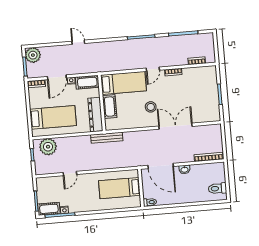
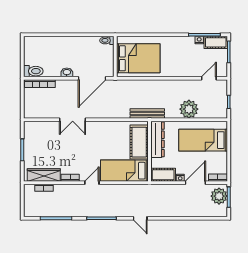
door: (78, 42) -> (140, 218), moved
plant: (33, 55) -> (219, 196), moved
wardrobe: (198, 73) -> (44, 175), added
cot: (110, 107) -> (139, 142), width x1.37, depth x1.34
stool: (151, 107) -> (97, 143), removed
double door: (176, 126) -> (73, 120), width x0.73
plant: (48, 147) -> (189, 109), moved
door: (161, 166) -> (92, 78), swing flipped
door: (70, 174) -> (209, 78), moved
bed: (119, 188) -> (138, 58), width x1.50
toilet: (217, 188) -> (33, 71), moved

